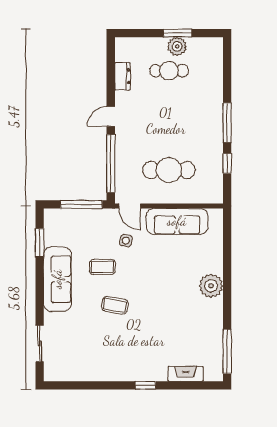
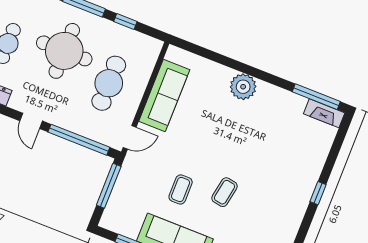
round table: (182, 121) -> (64, 51), added
side table: (126, 241) -> (163, 155), removed
fireplace: (186, 374) -> (324, 113), moved, turned -90

